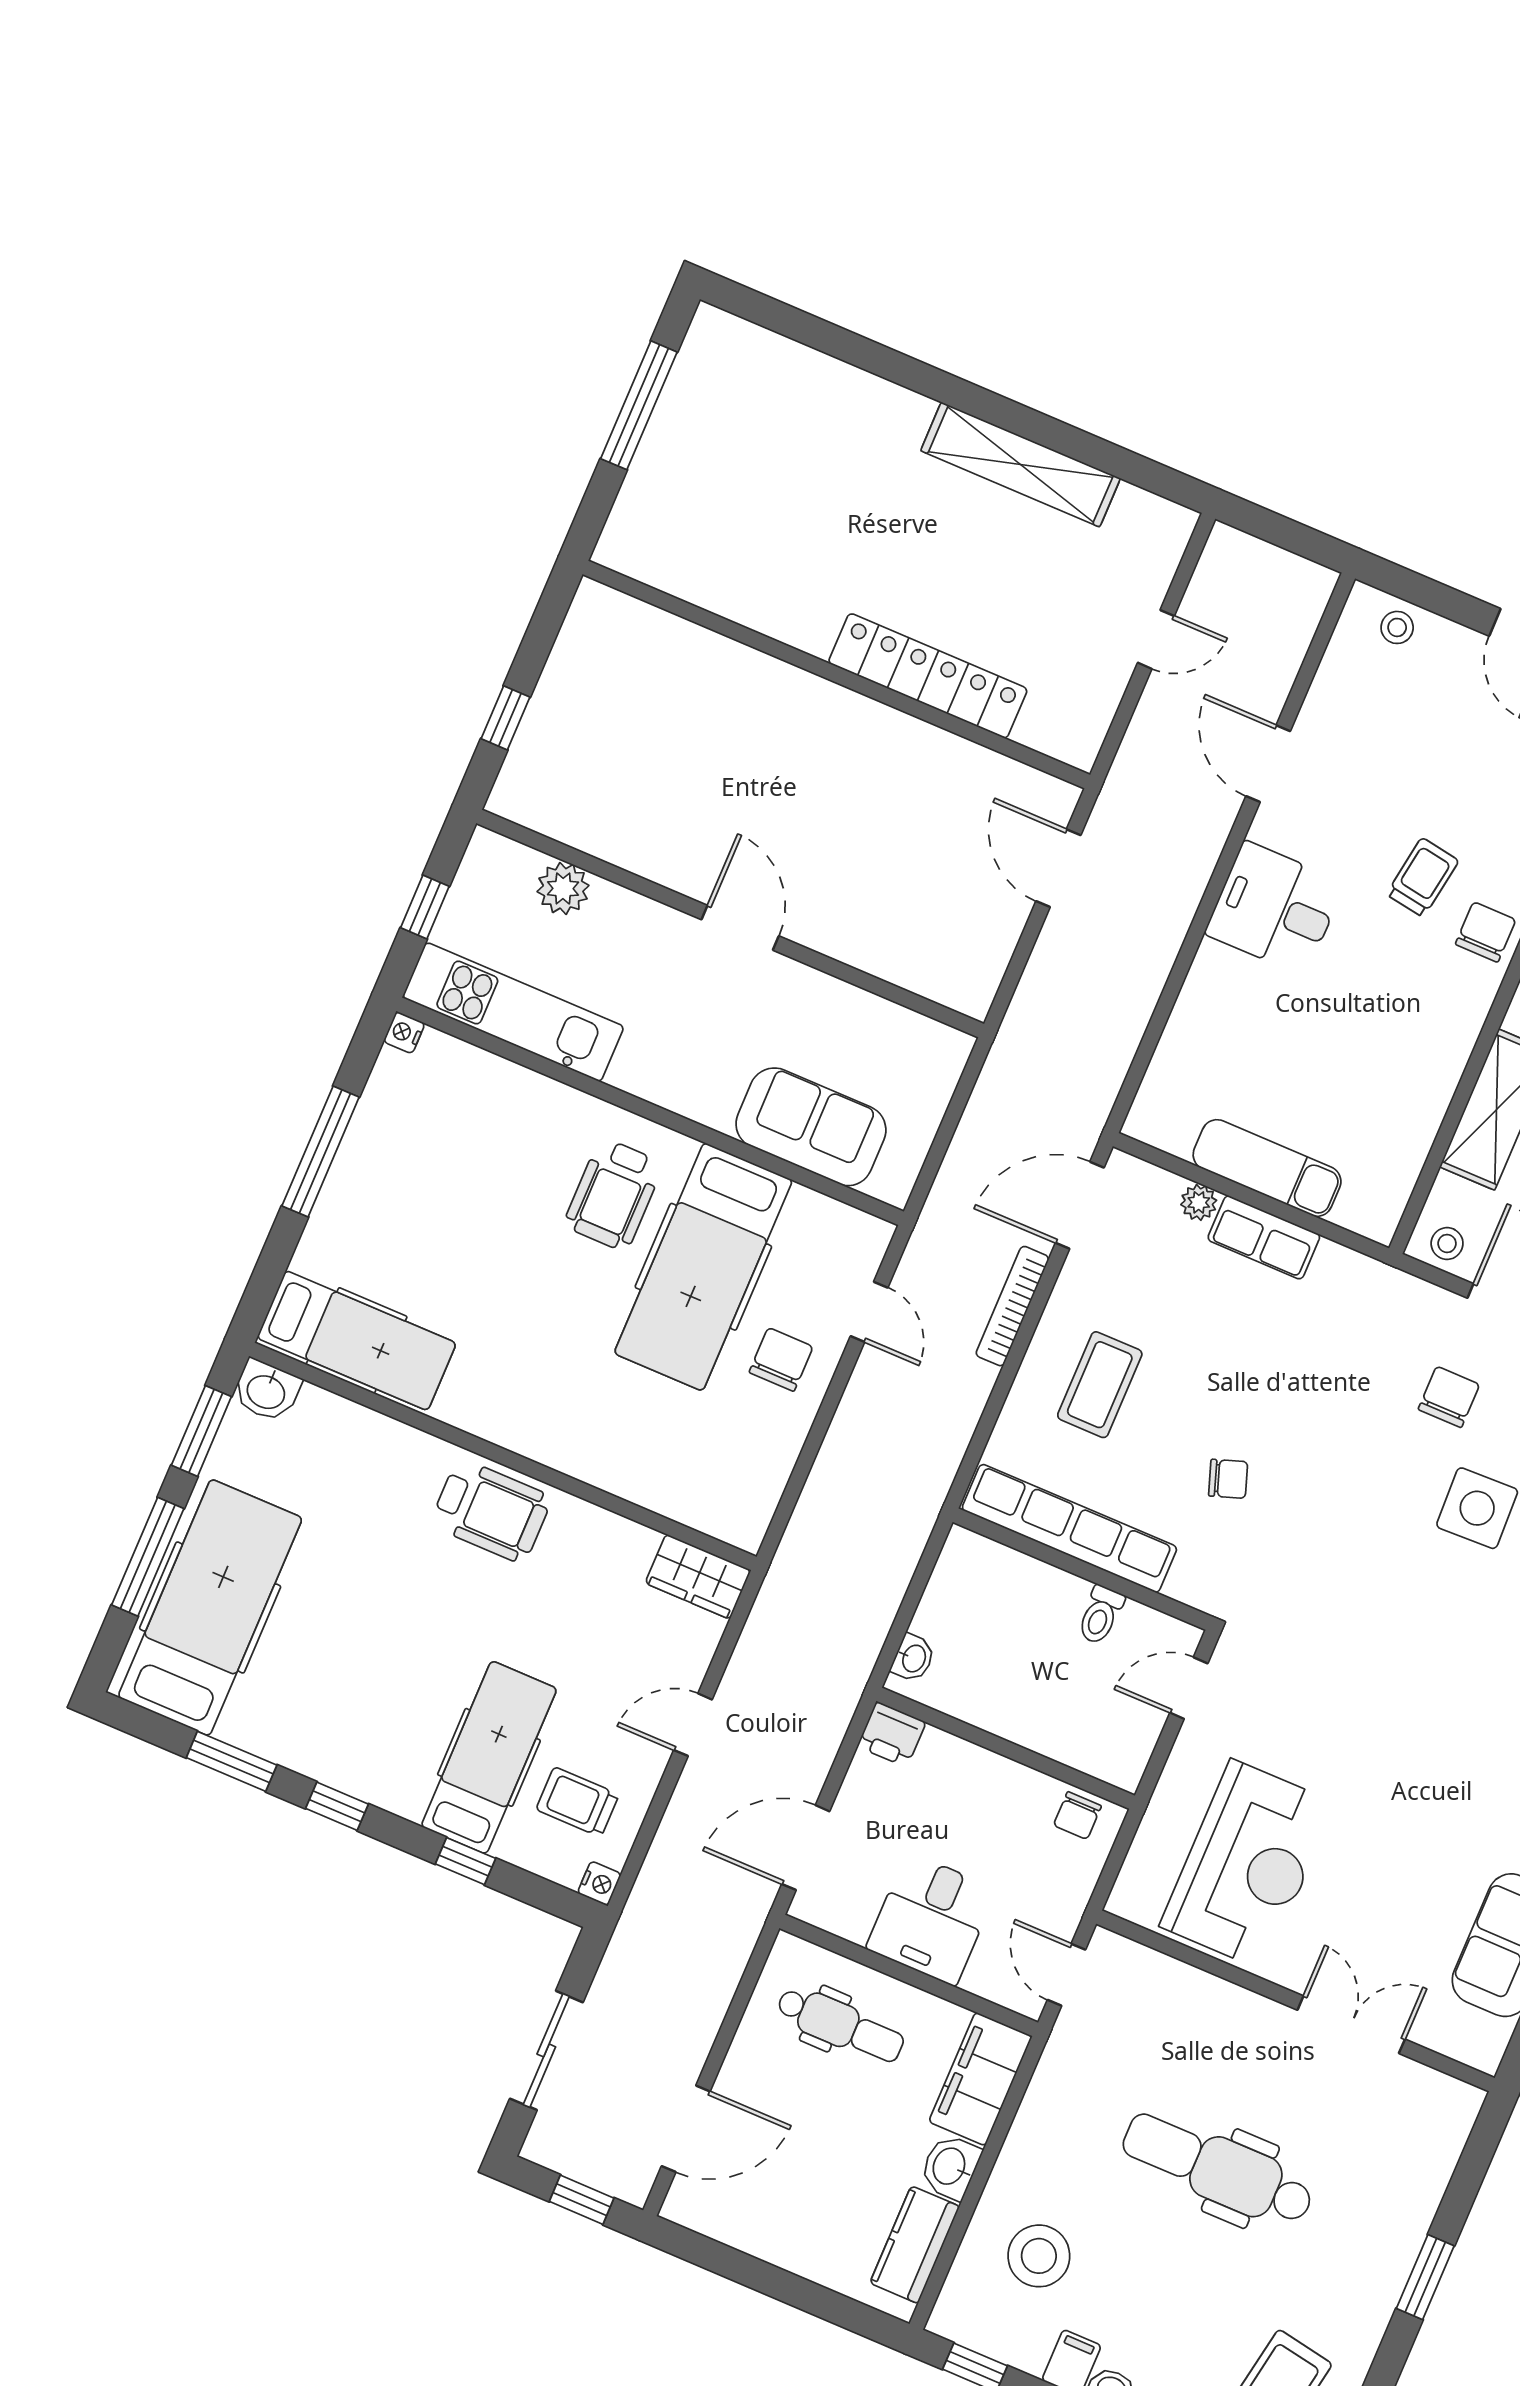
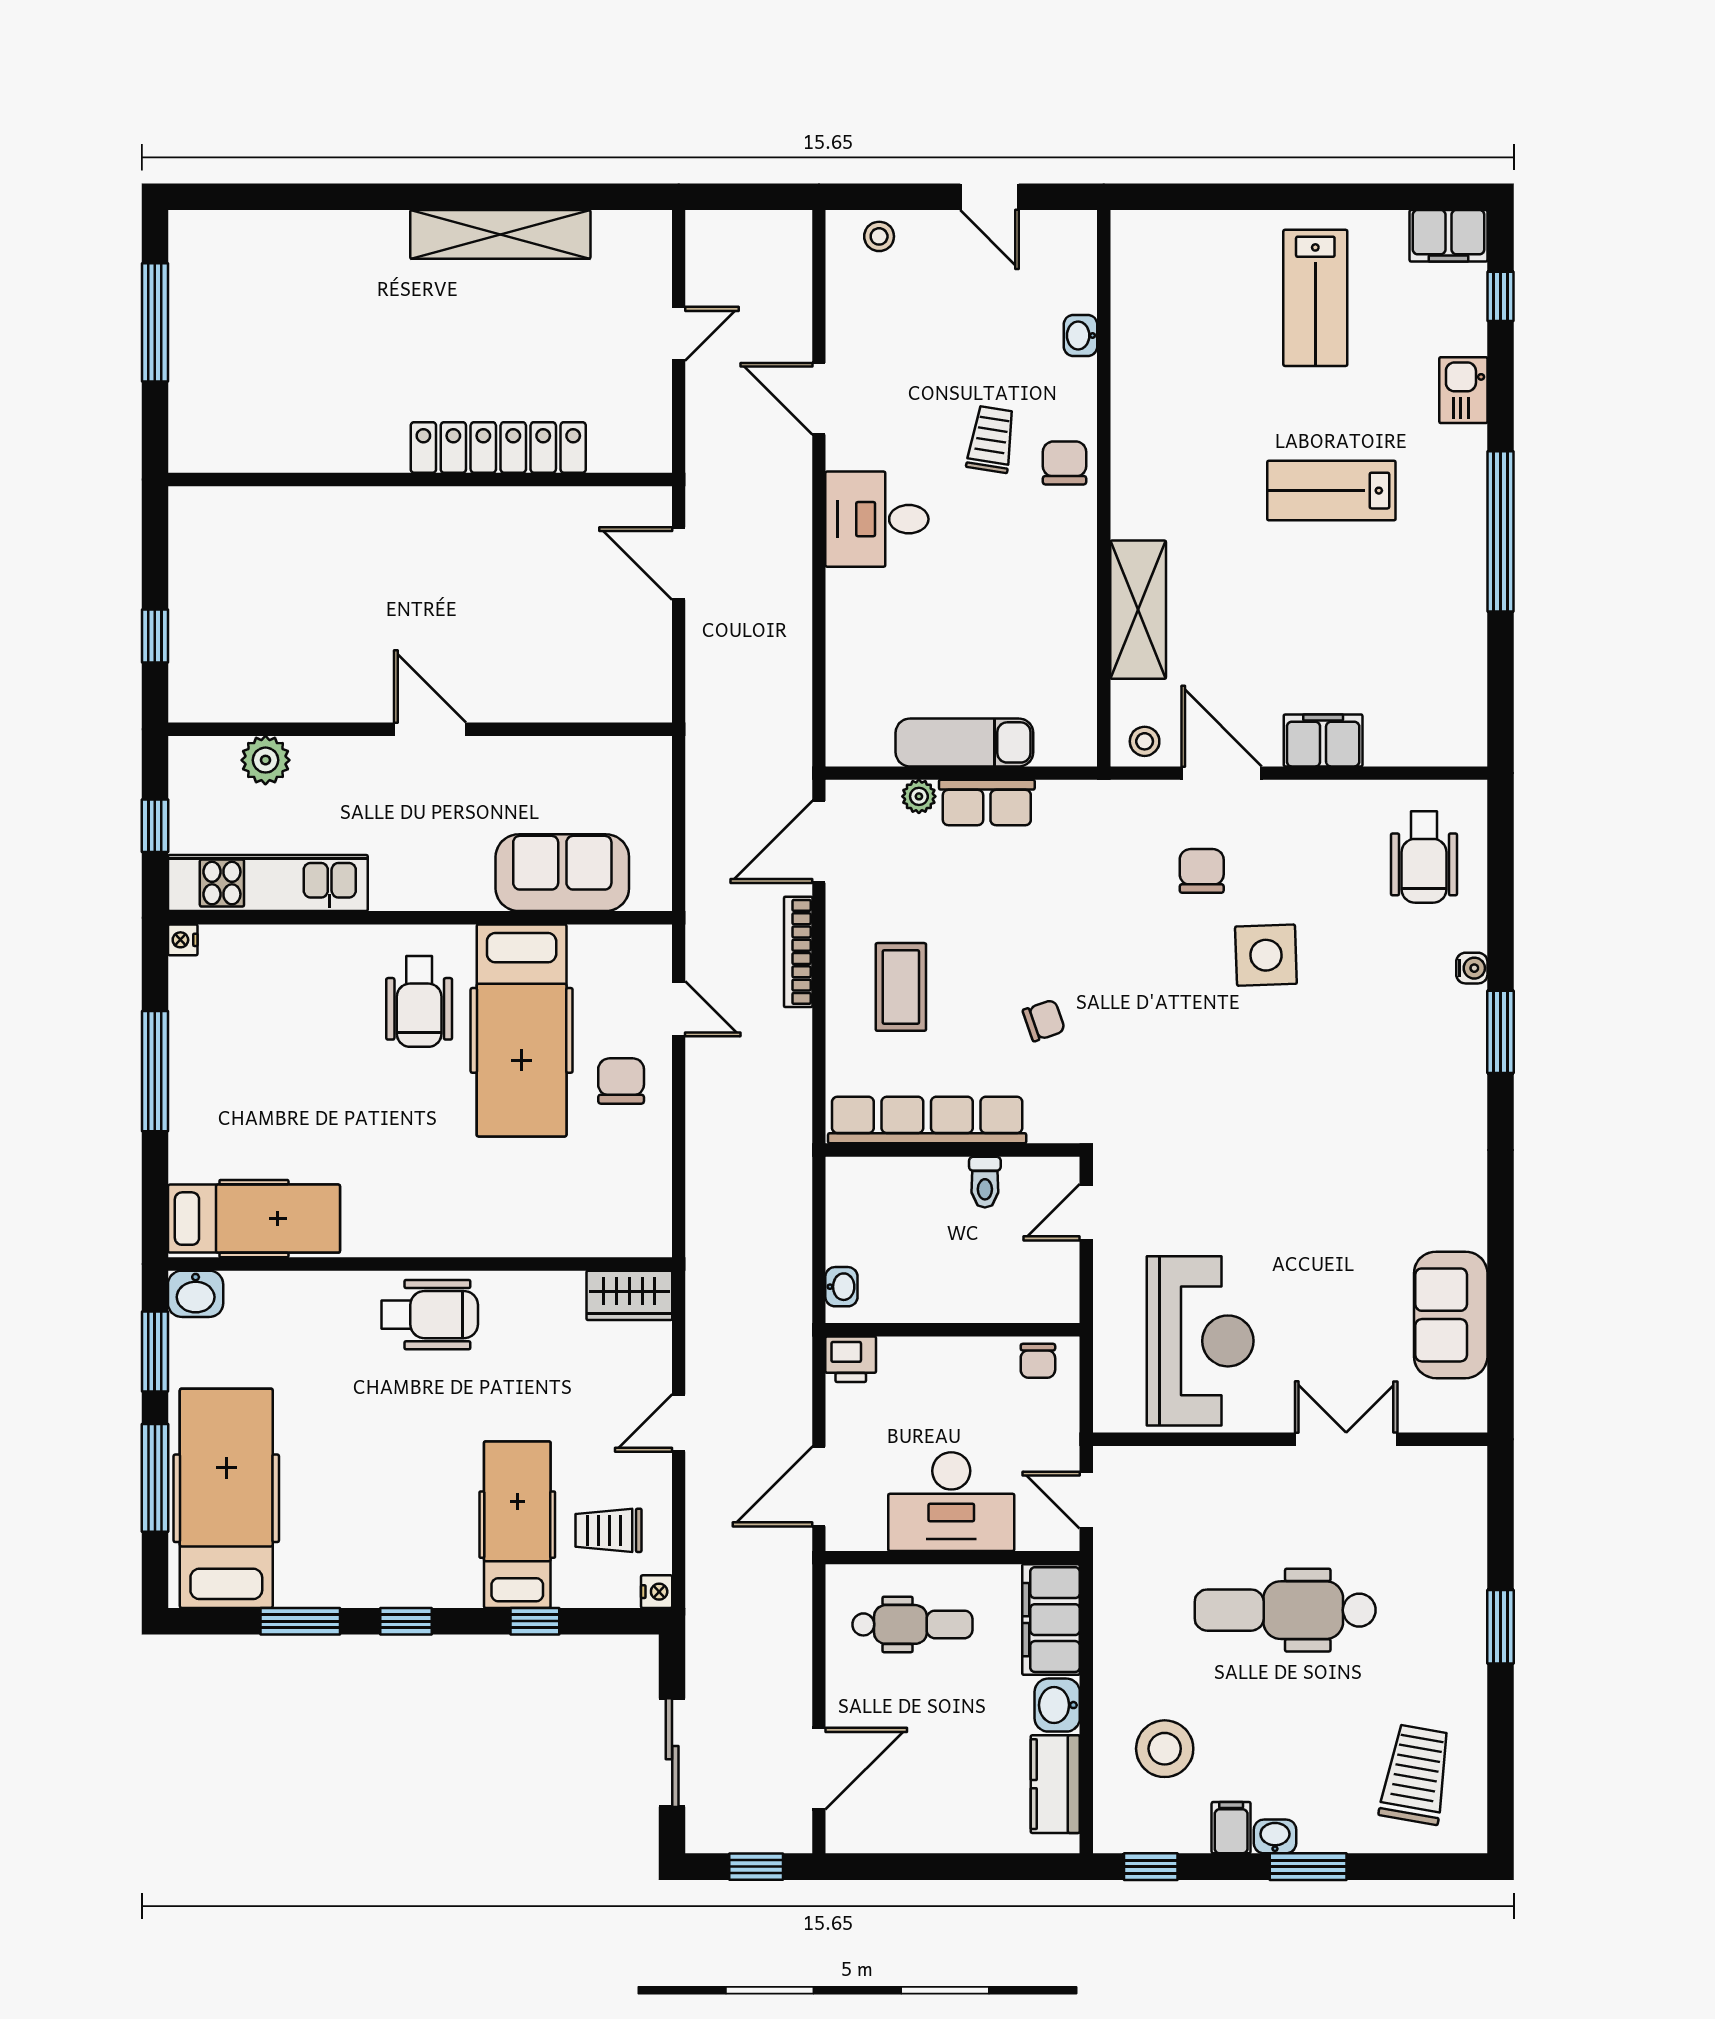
desk: (931, 1919) -> (951, 1502), width x1.37

